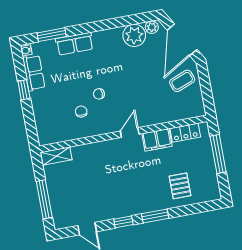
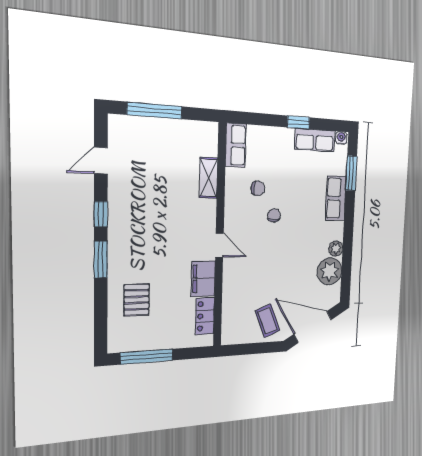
plant: (152, 27) -> (336, 249), moved
row of seats: (53, 136) -> (236, 145), added
window: (218, 154) -> (147, 357), moved
shelving: (56, 156) -> (209, 178), moved
pallet: (180, 186) -> (137, 300), turned 90

